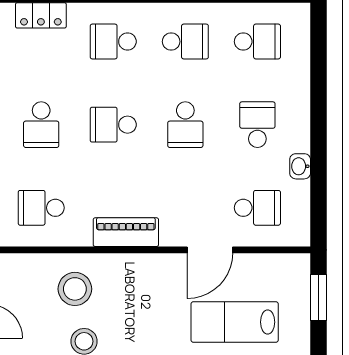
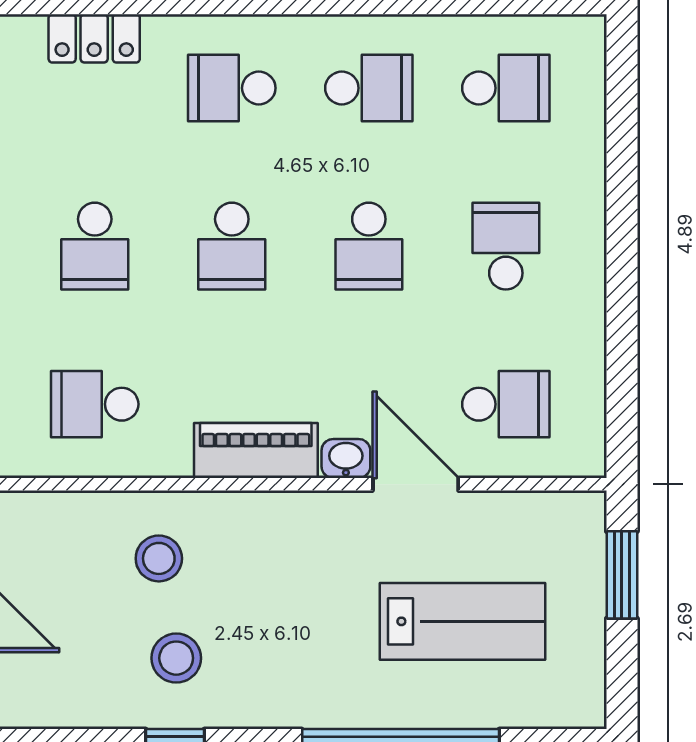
school desk: (113, 125) -> (232, 246), turned -90
washbasin: (300, 166) -> (346, 459), moved, turned 90
door: (210, 250) -> (416, 484), swing flipped
stool: (75, 289) -> (159, 558), width x0.73, depth x0.73
lab bench: (235, 322) -> (463, 621), turned 180

